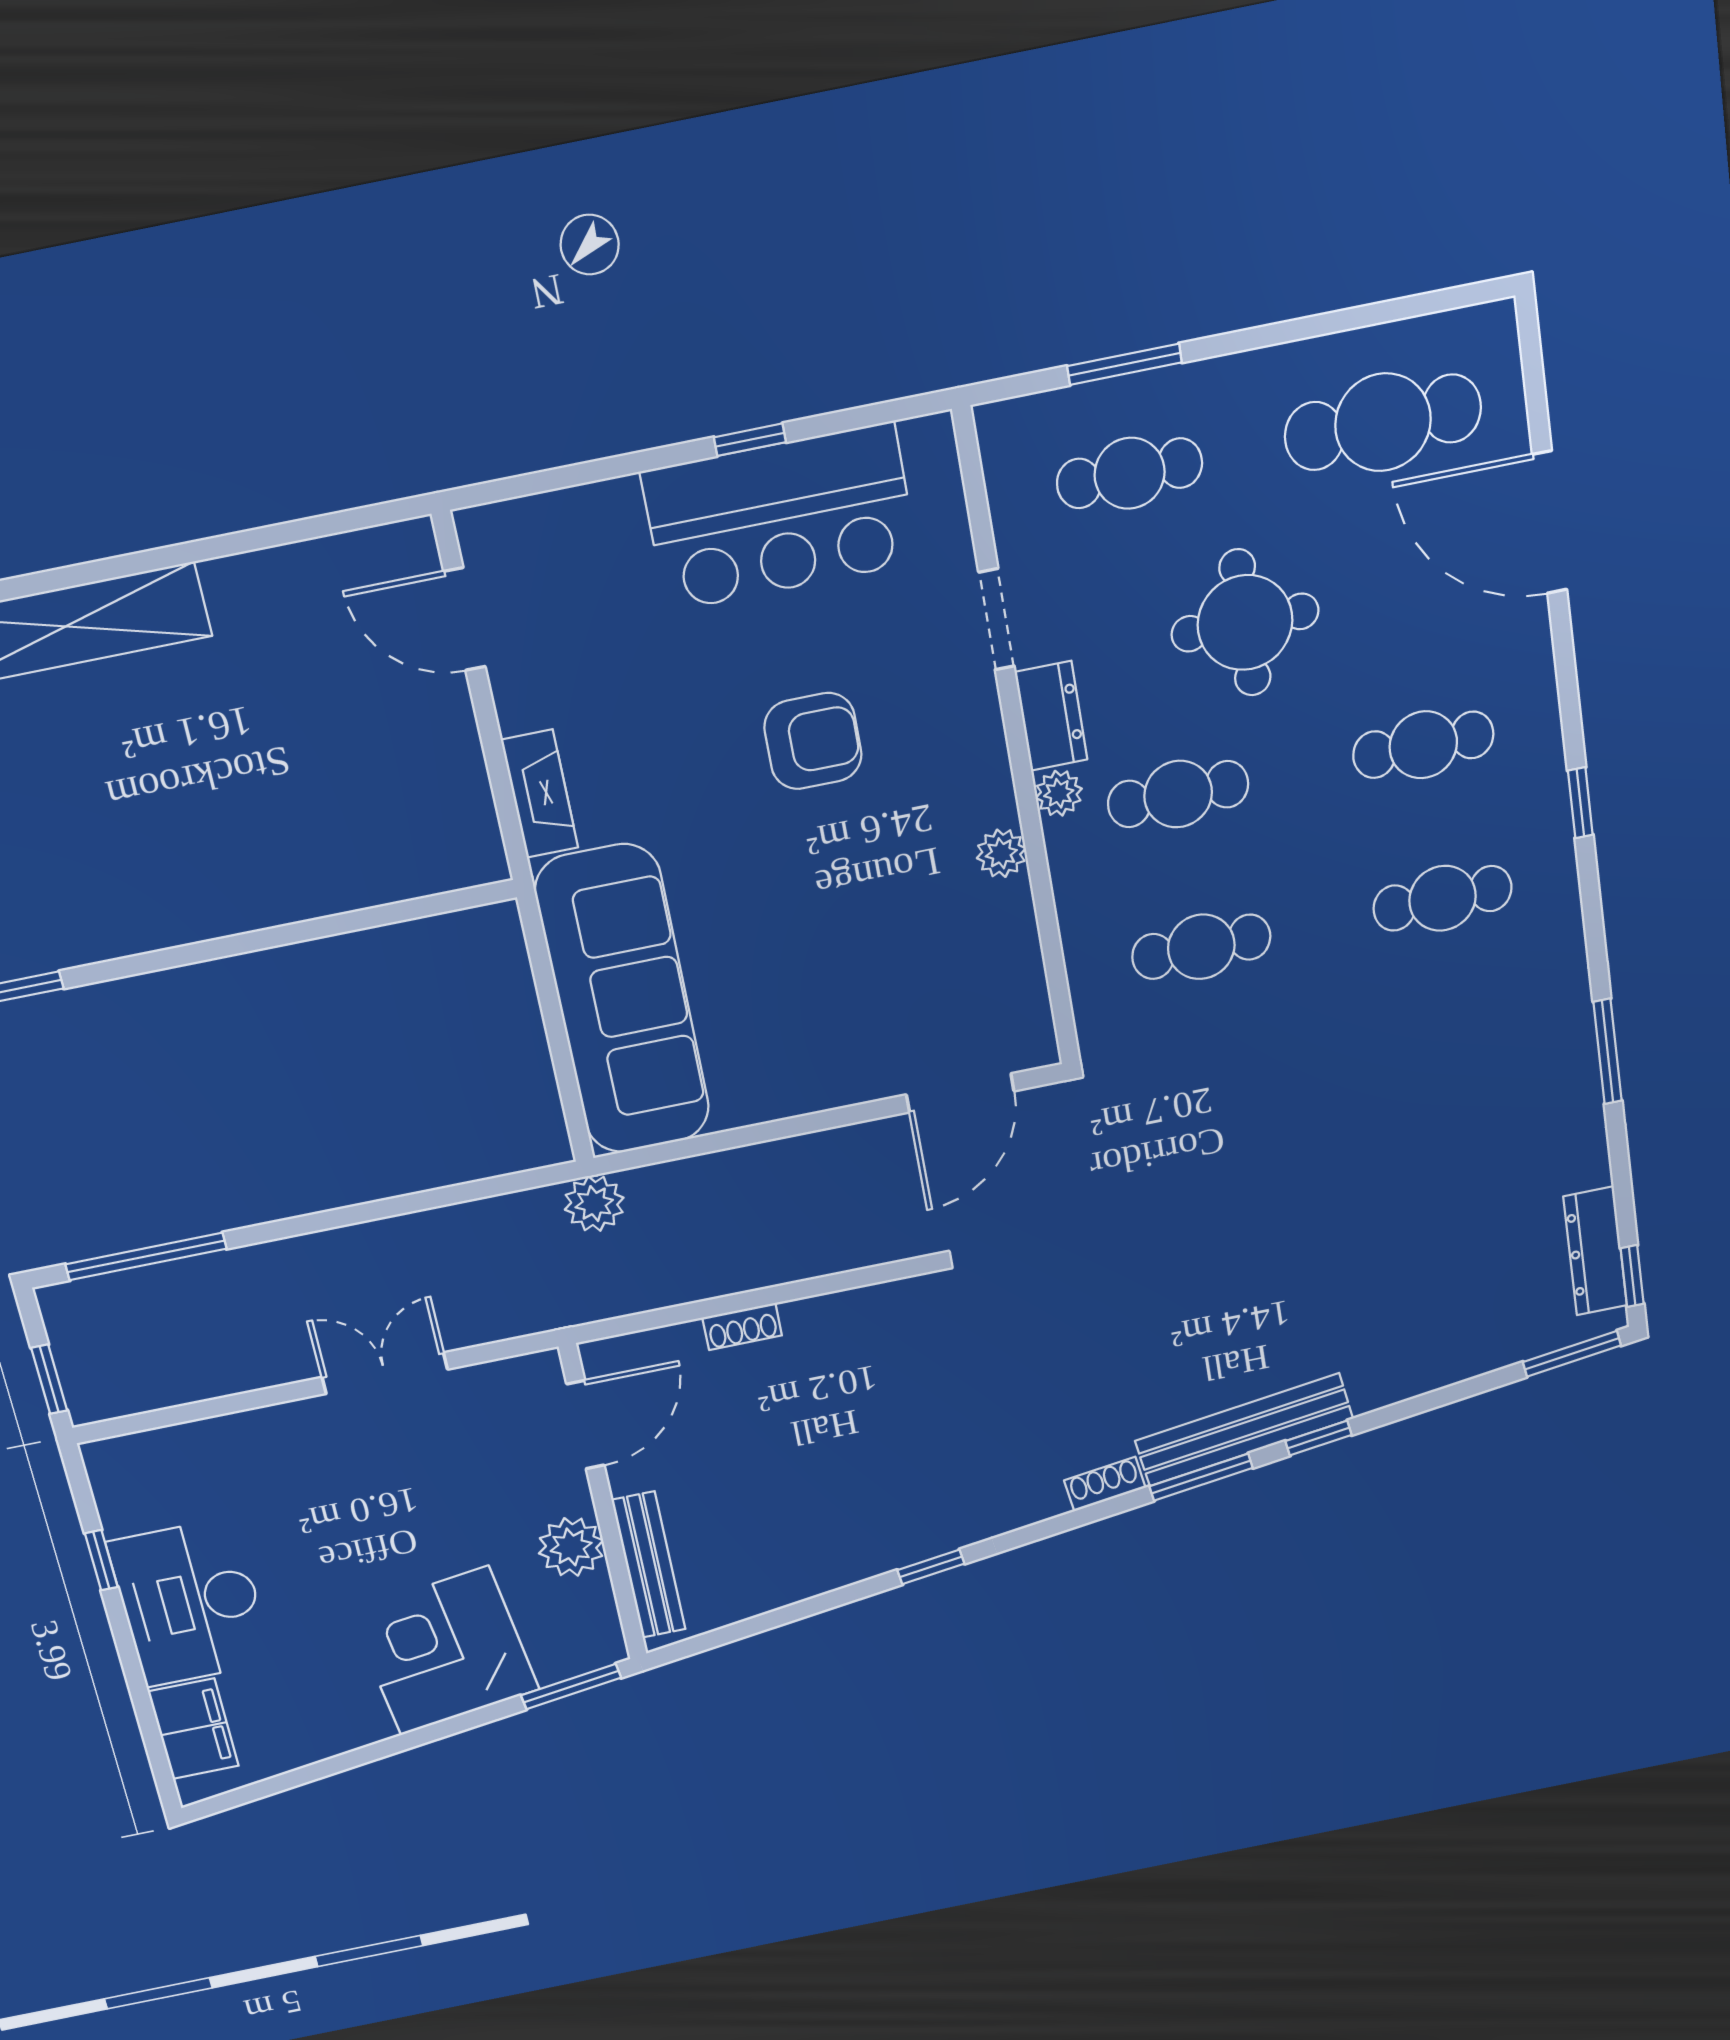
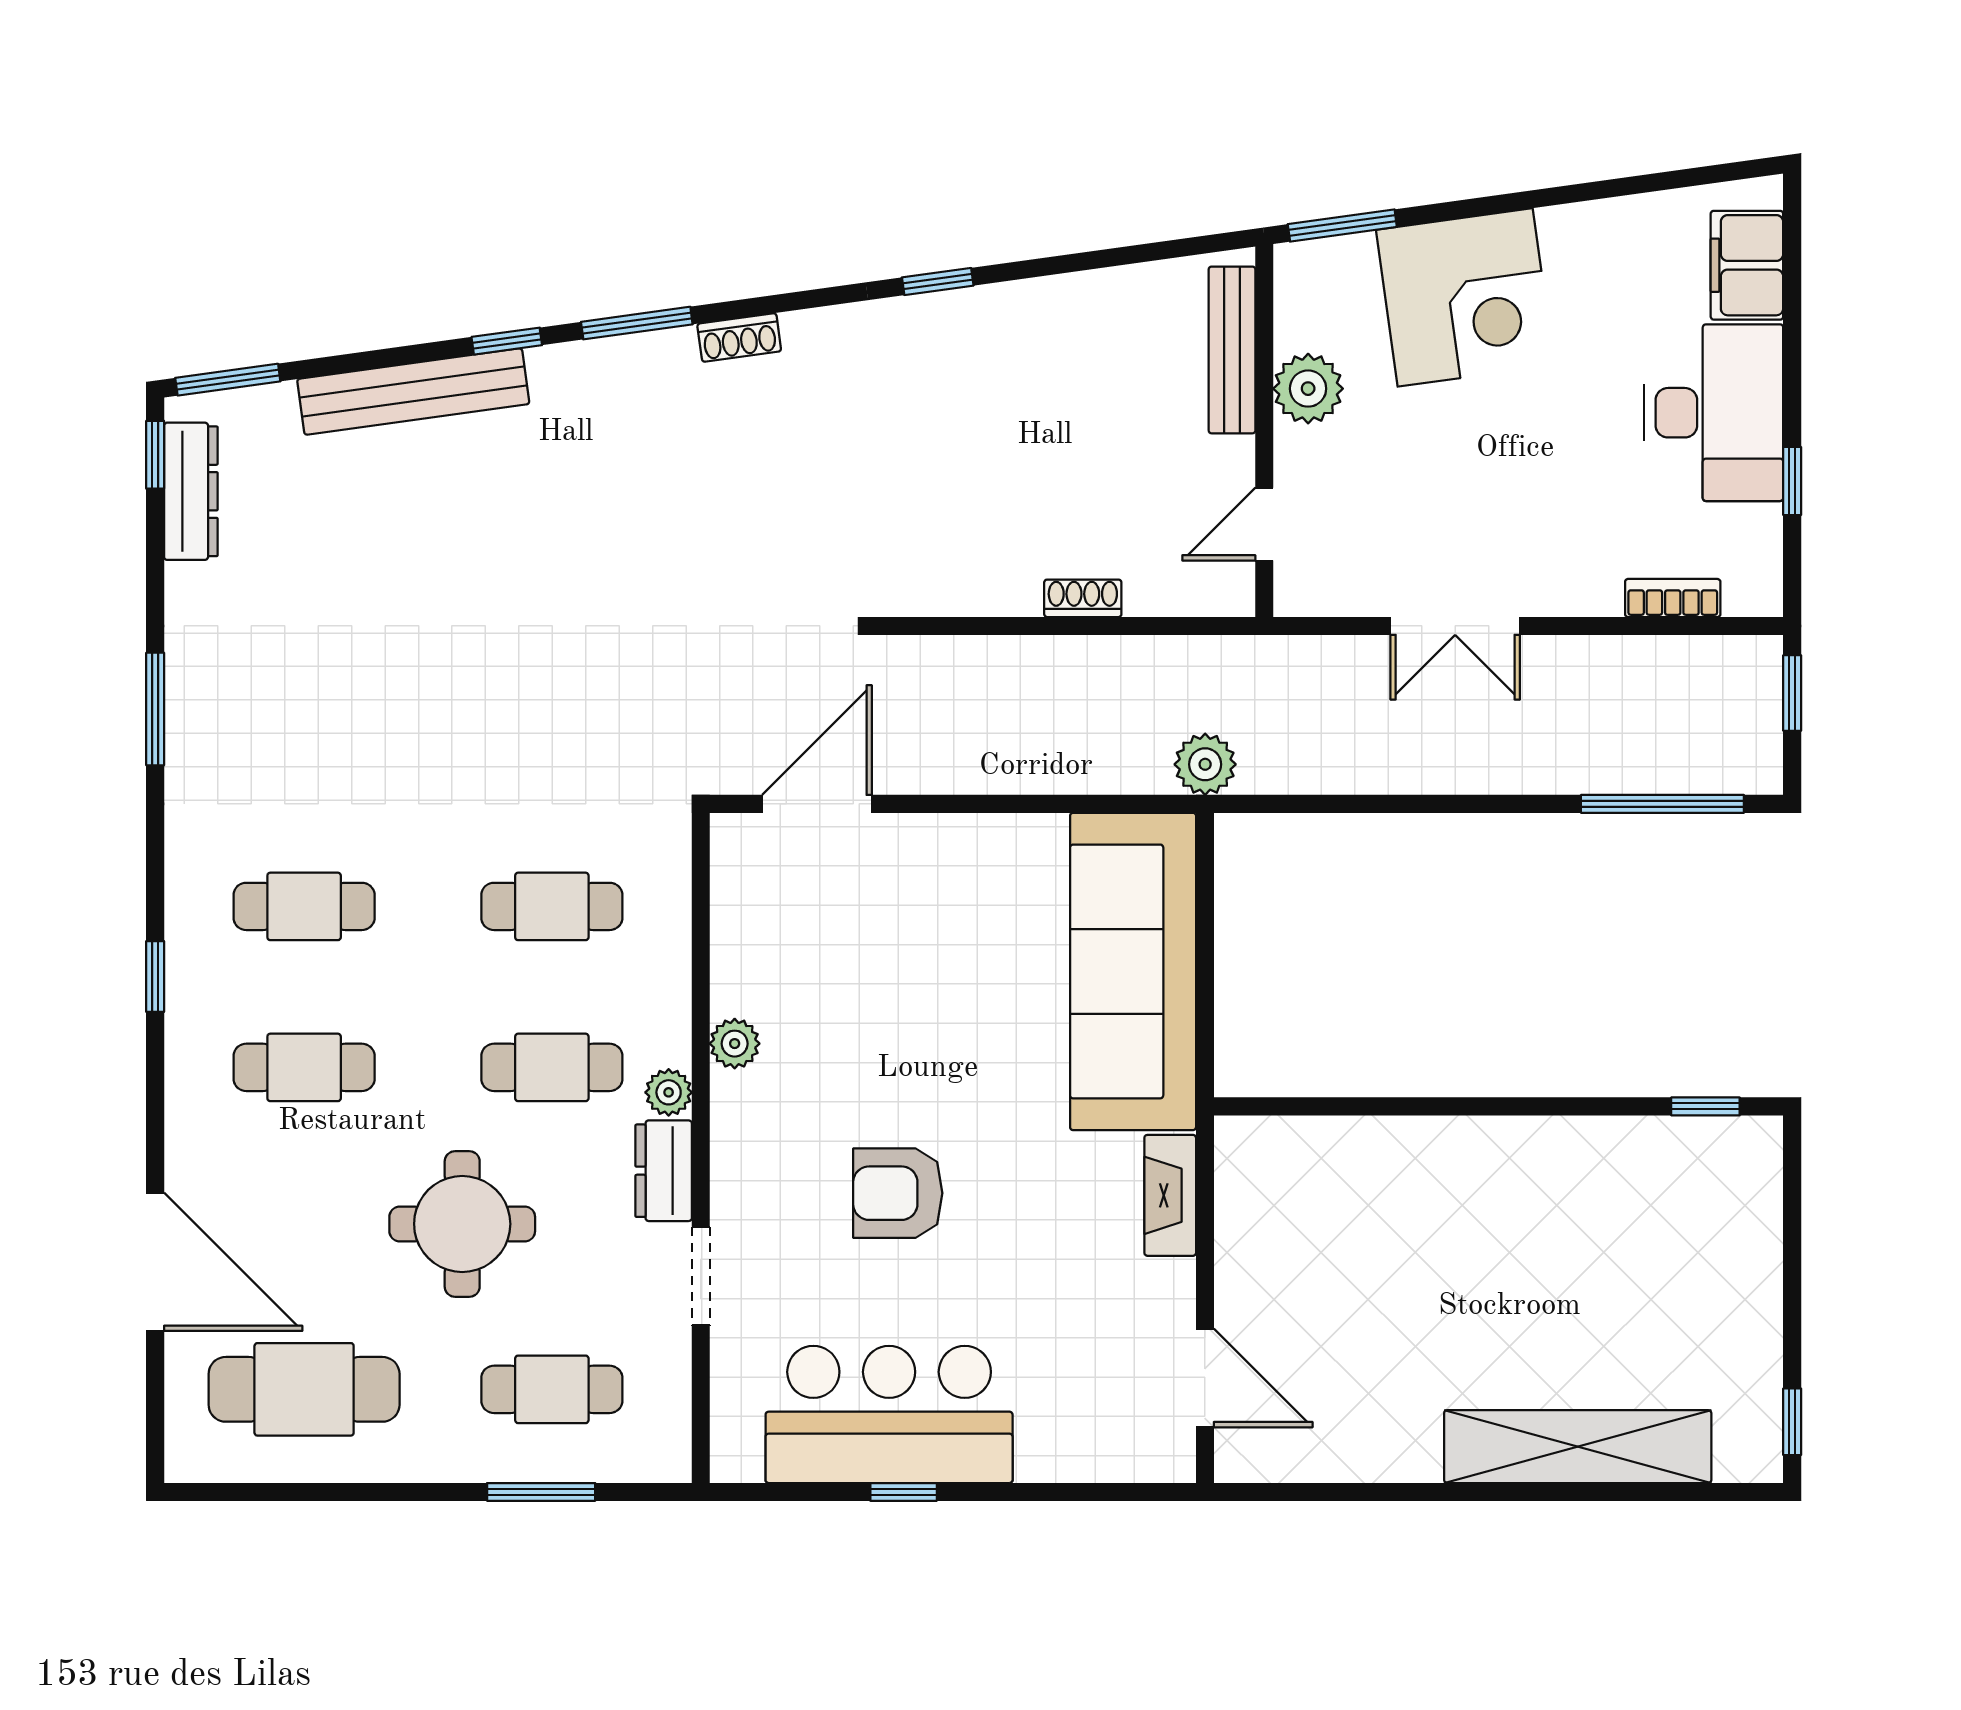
door: (585, 1425) -> (1264, 524), width x0.73
bench: (1244, 1430) -> (413, 392), moved
bookcase: (185, 1439) -> (1673, 598), added

